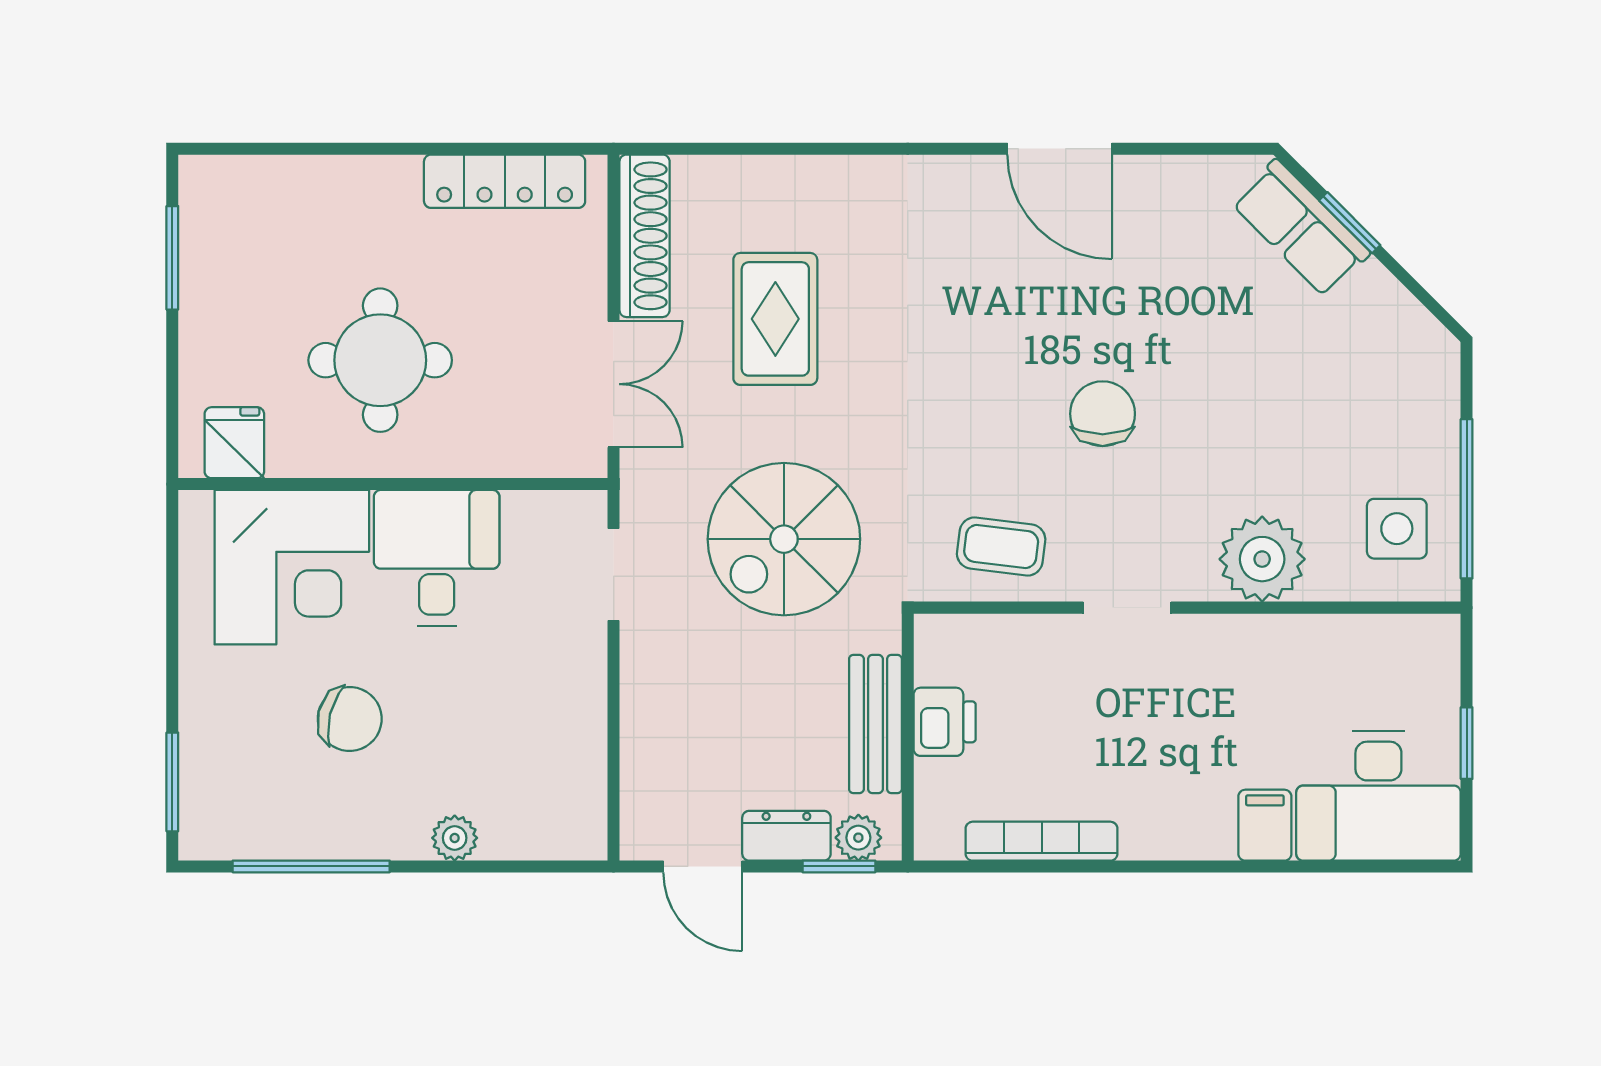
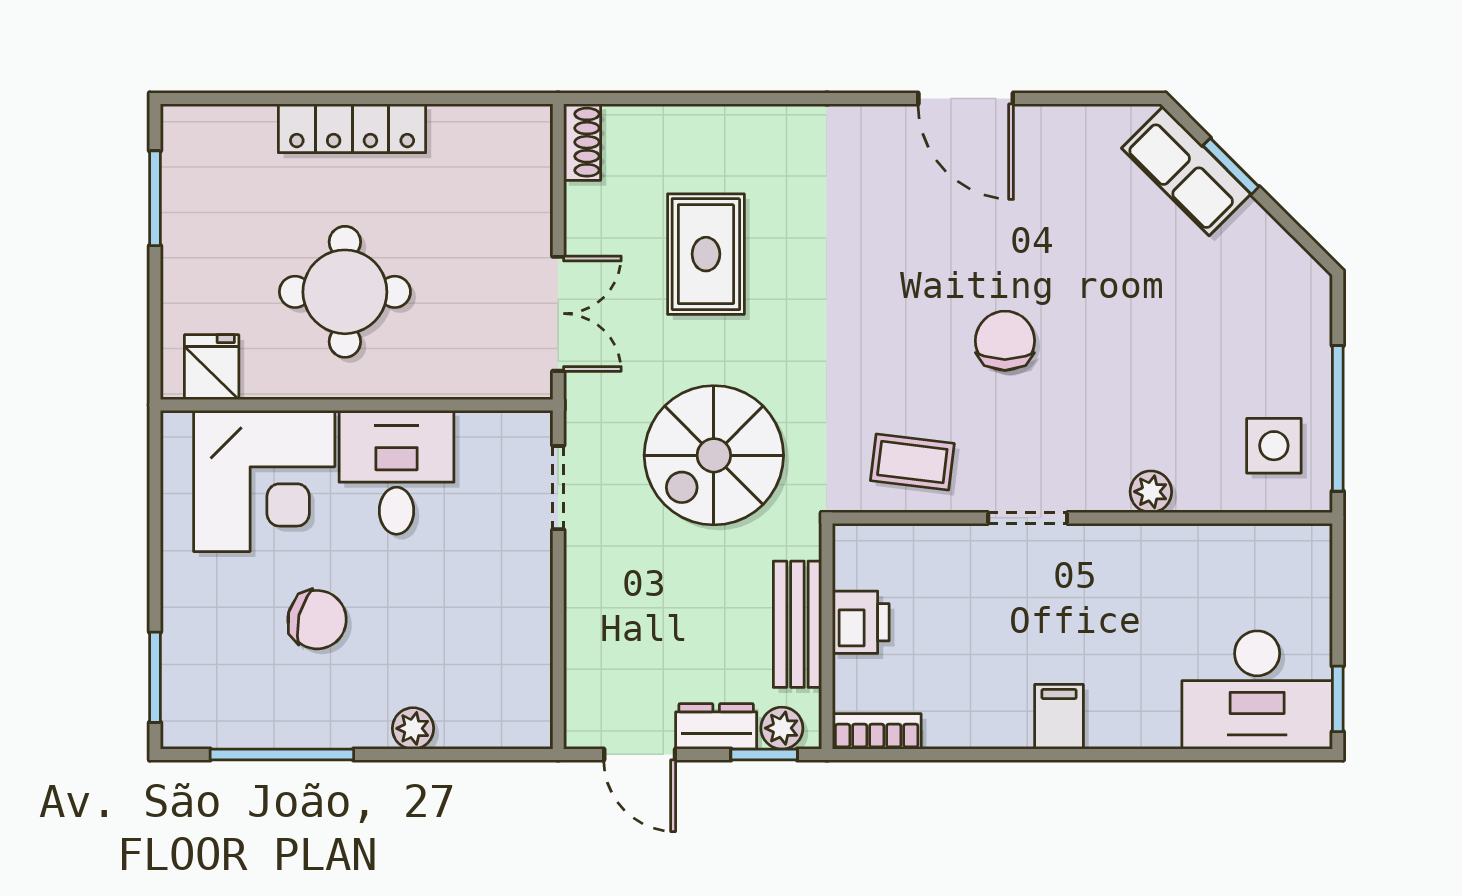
locker: (505, 181) -> (352, 128), moved
shoe rack: (645, 236) -> (582, 142), width x0.51, depth x0.81
plant: (1262, 559) -> (1151, 492), width x0.53, depth x0.53
window: (1467, 743) -> (1338, 699), moved
filing cabinet: (1265, 825) -> (1059, 717), moved
bookcase: (1042, 841) -> (877, 731), moved, width x0.64

